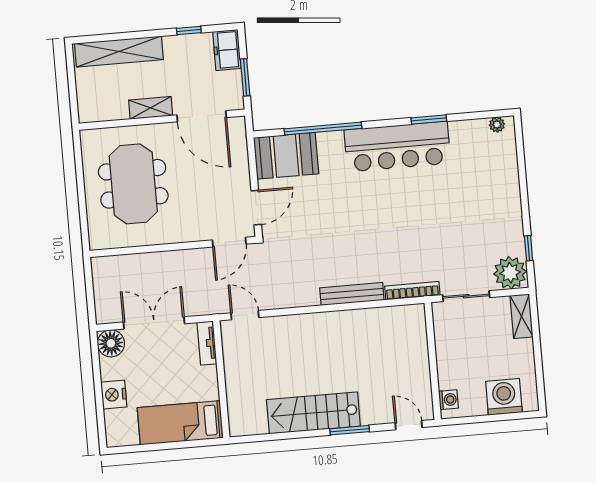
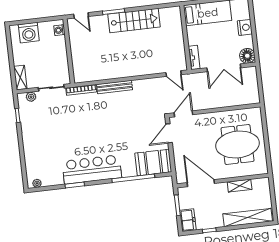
shelving: (151, 108) -> (240, 186), moved
meeting table: (133, 184) -> (238, 144), turned 90
plant: (510, 273) -> (31, 97), width x0.53, depth x0.53

